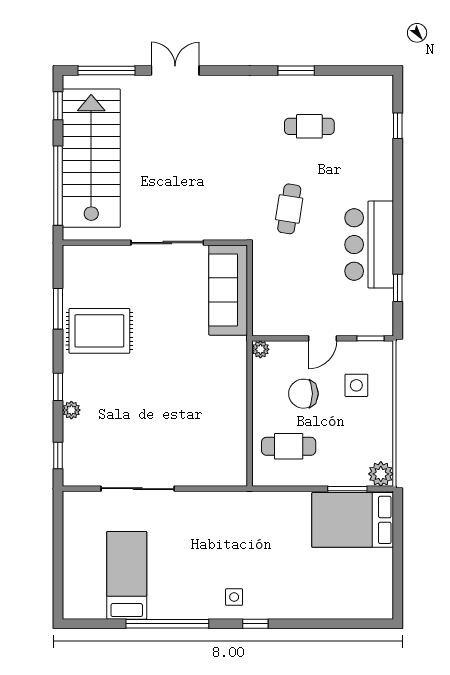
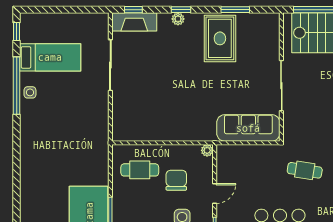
door: (322, 338) -> (215, 193), swing flipped
plant: (71, 410) -> (178, 19), moved
cafe table: (289, 446) -> (140, 170), turned 90
fireplace: (76, 454) -> (134, 22), added
side table: (234, 597) -> (30, 92), moved
window: (255, 624) -> (17, 32), moved

